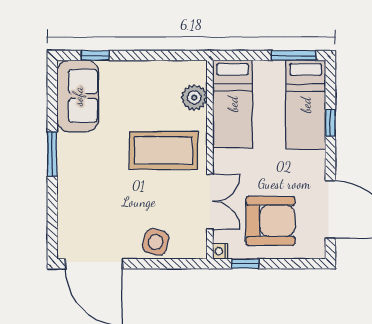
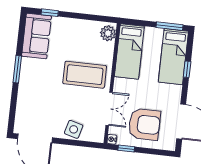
plant: (194, 98) -> (108, 33), moved

